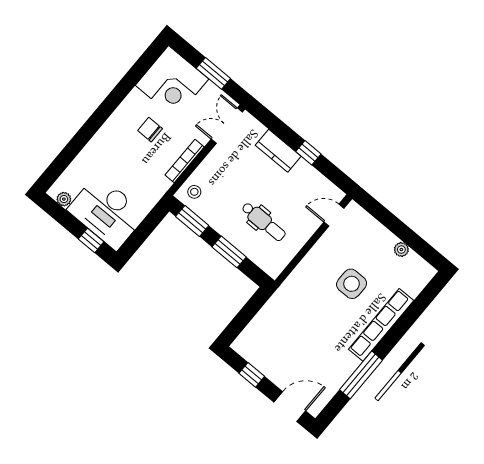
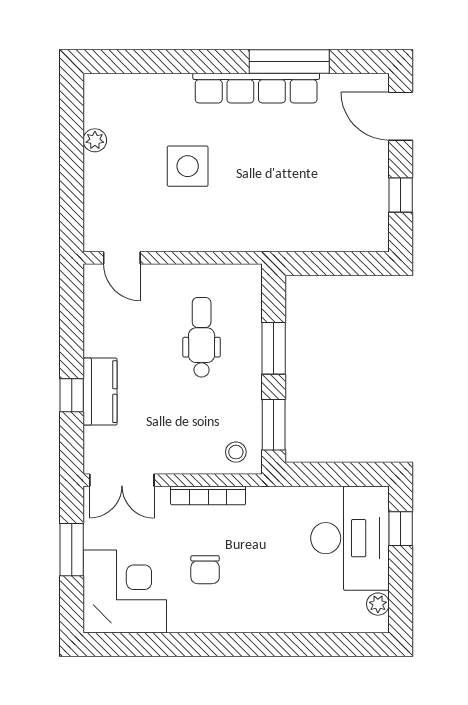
window: (308, 153) -> (72, 395), moved
row of seats: (381, 325) -> (256, 88), moved

